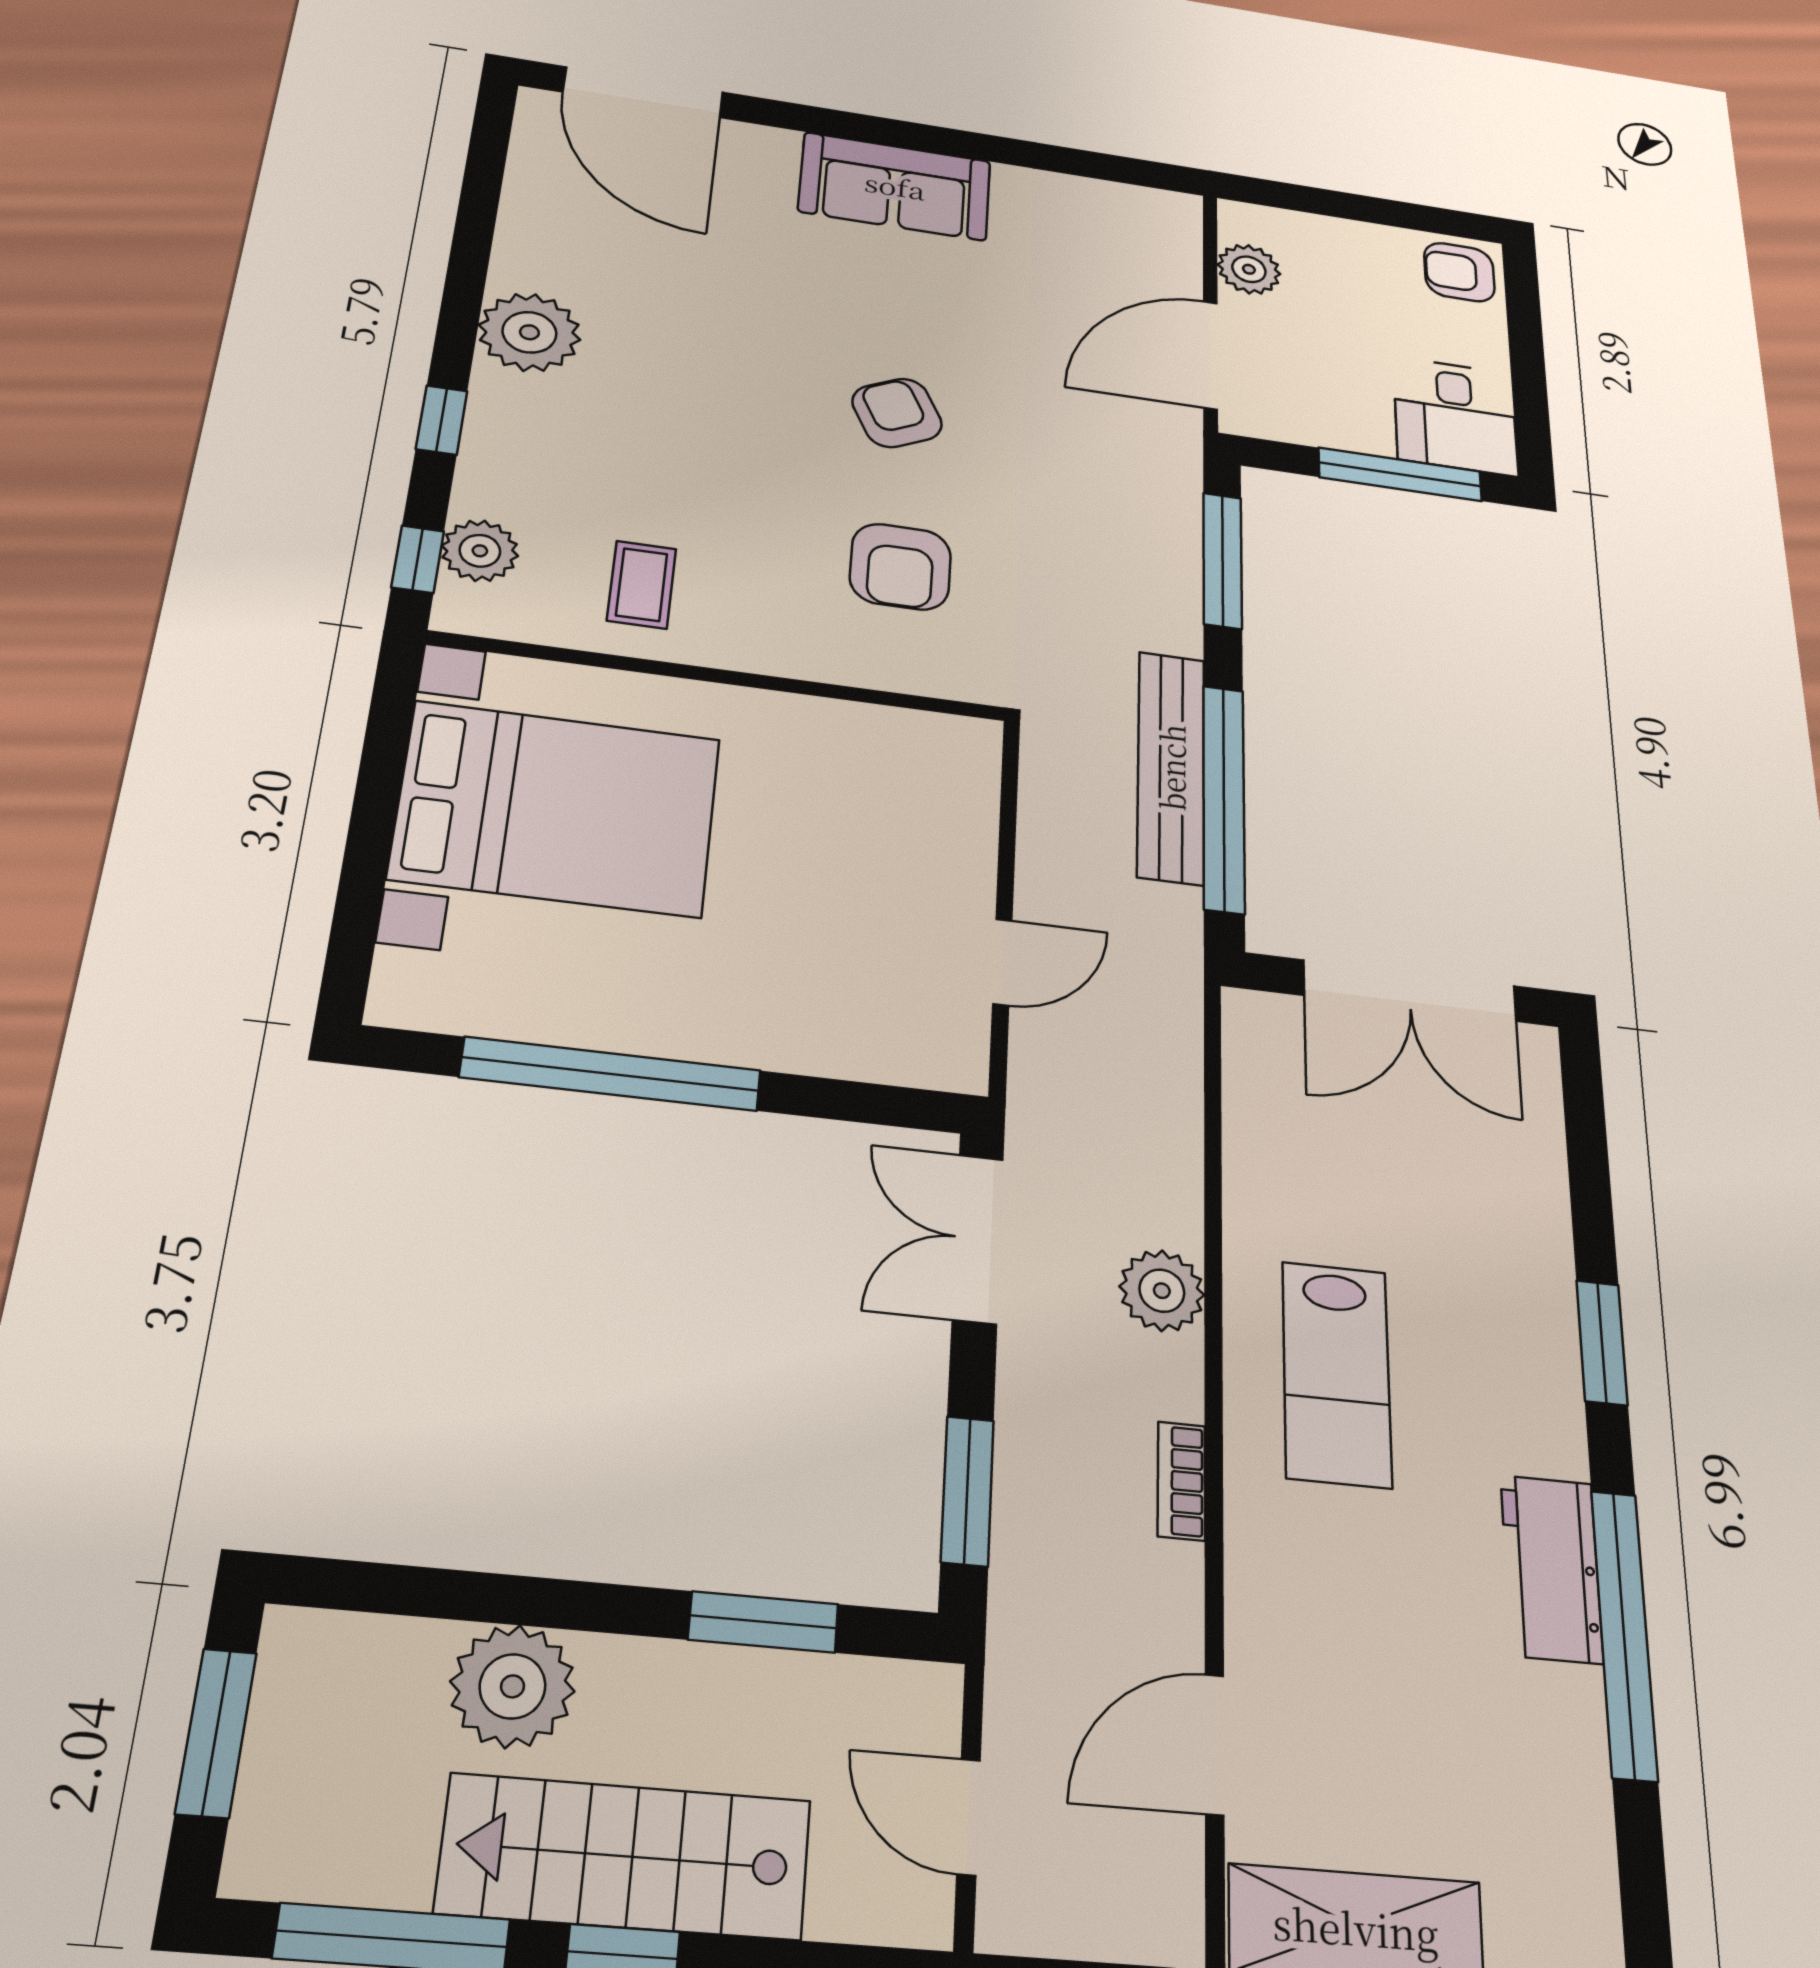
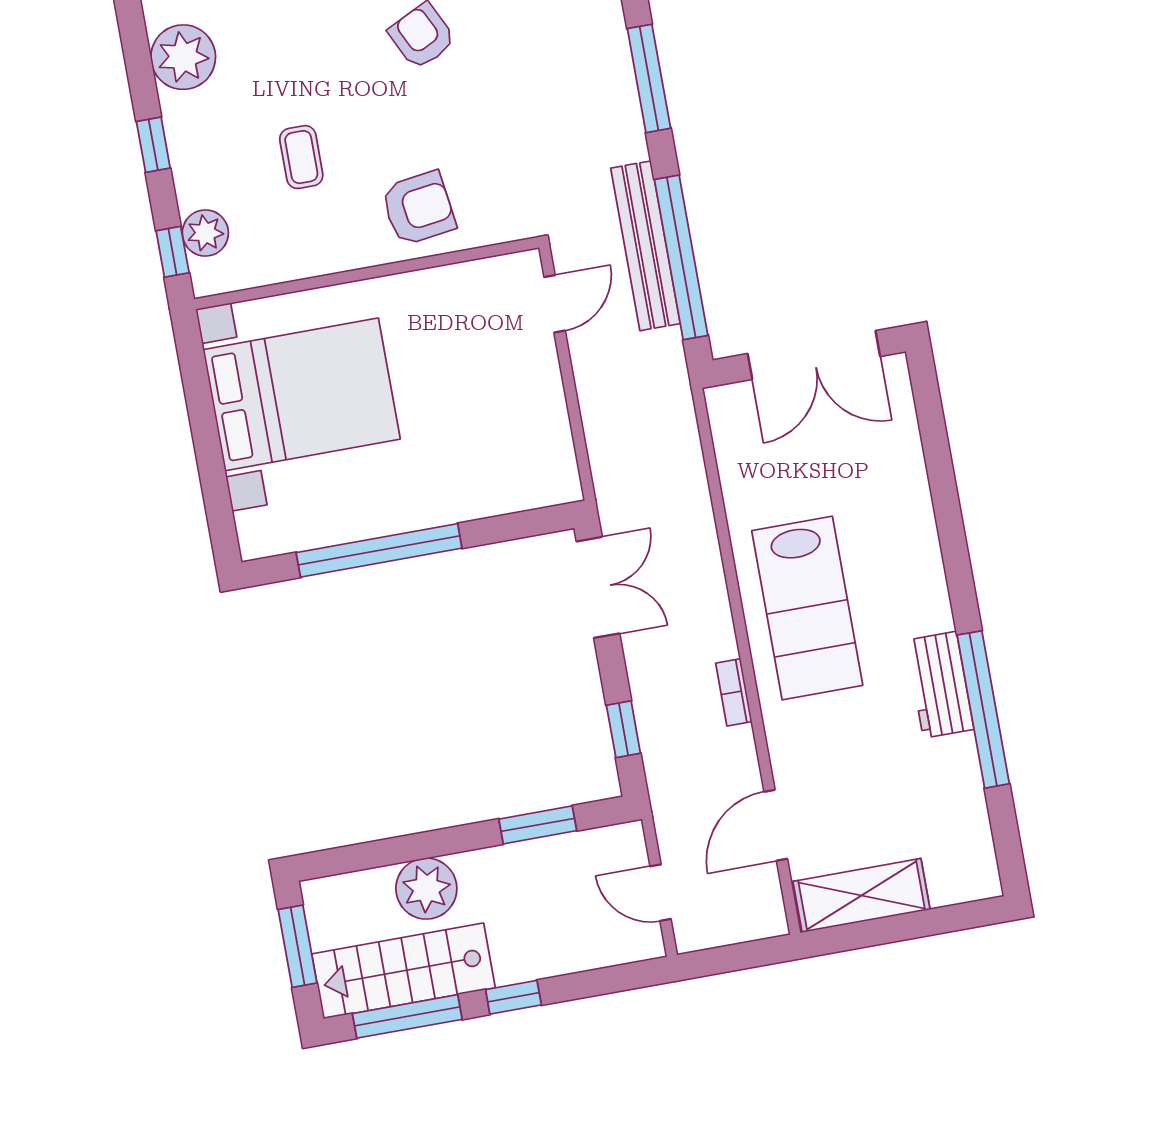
armchair: (900, 567) -> (418, 208), moved, turned -98
coffee table: (642, 585) -> (301, 157), moved
door: (1002, 962) -> (555, 304), moved
double door: (978, 1239) -> (598, 587), swing flipped
plant: (1162, 1291) -> (703, 588), removed
window: (1602, 1343) -> (954, 546), removed
lab bench: (1337, 1374) -> (807, 608), width x1.36, depth x1.39
window: (967, 1491) -> (623, 729), width x0.67
stairs: (625, 1856) -> (403, 971), moved

